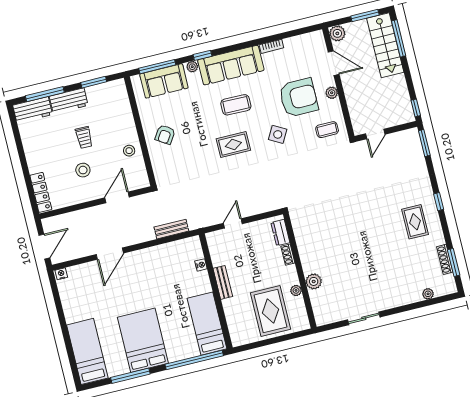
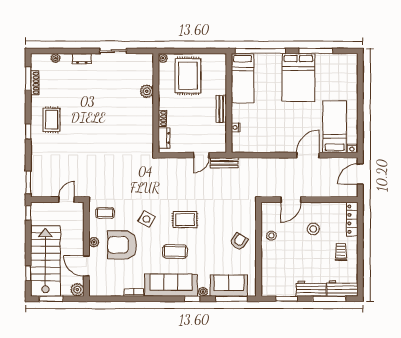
window: (399, 38) -> (28, 273), width x0.46
stairs: (385, 45) -> (45, 261), width x1.36, depth x1.51
trolley: (84, 137) -> (341, 252), moved
bench: (171, 229) -> (224, 163), moved
plant: (296, 290) -> (163, 58), moved
dresser: (398, 301) -> (82, 59), added
bed: (87, 351) -> (335, 127), moved, turned 180

